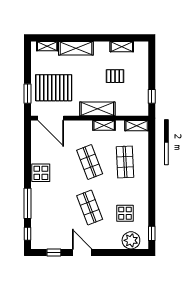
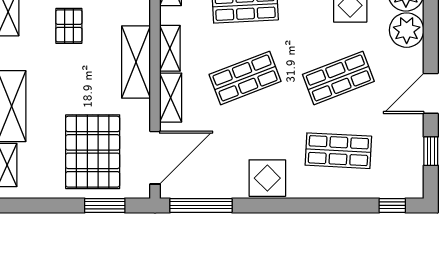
shelving: (80, 126) -> (171, 98), added
window: (27, 203) -> (201, 205), moved
shop shelf: (54, 207) -> (338, 151), added
plant: (113, 241) -> (407, 30), added

